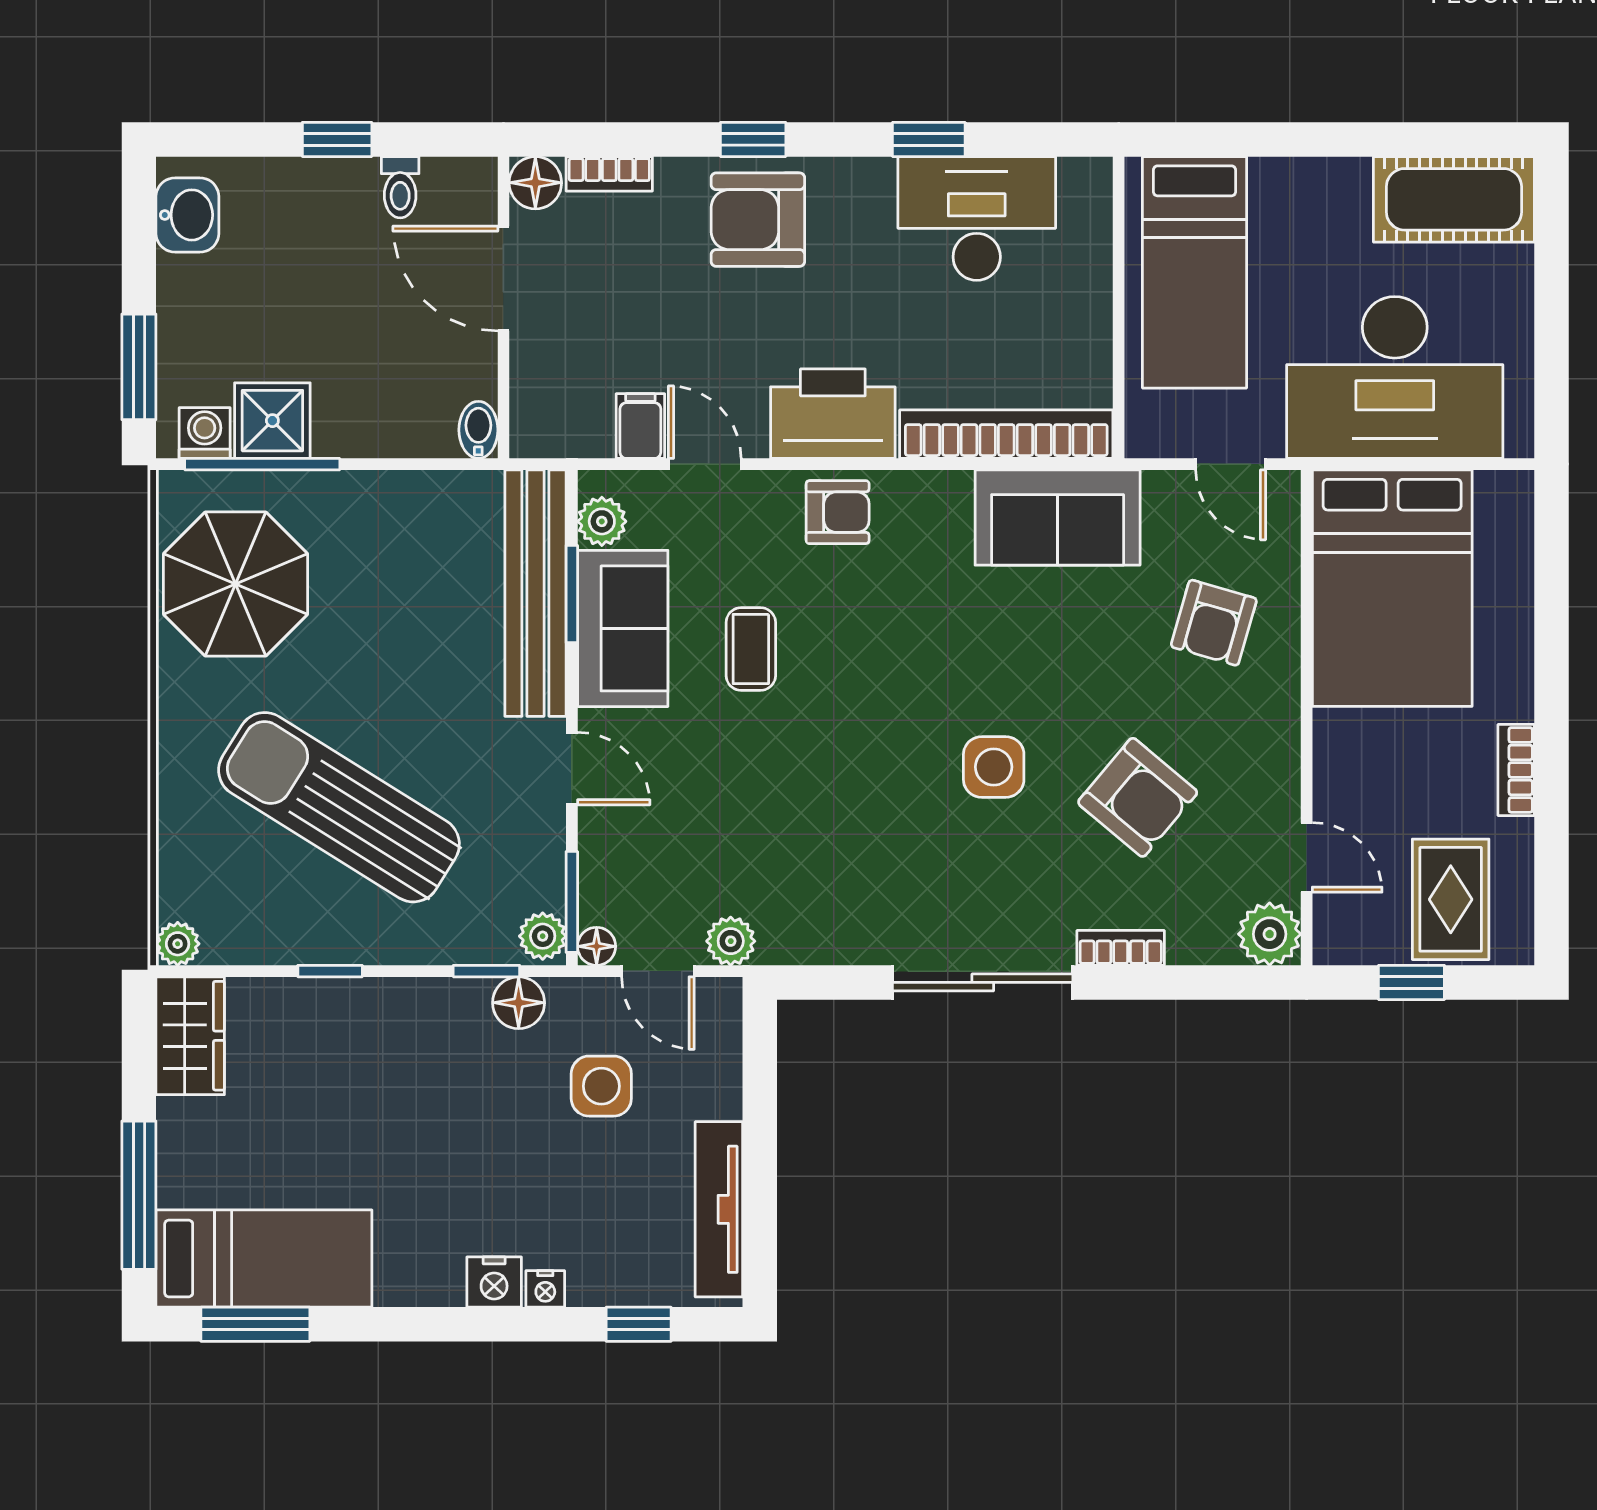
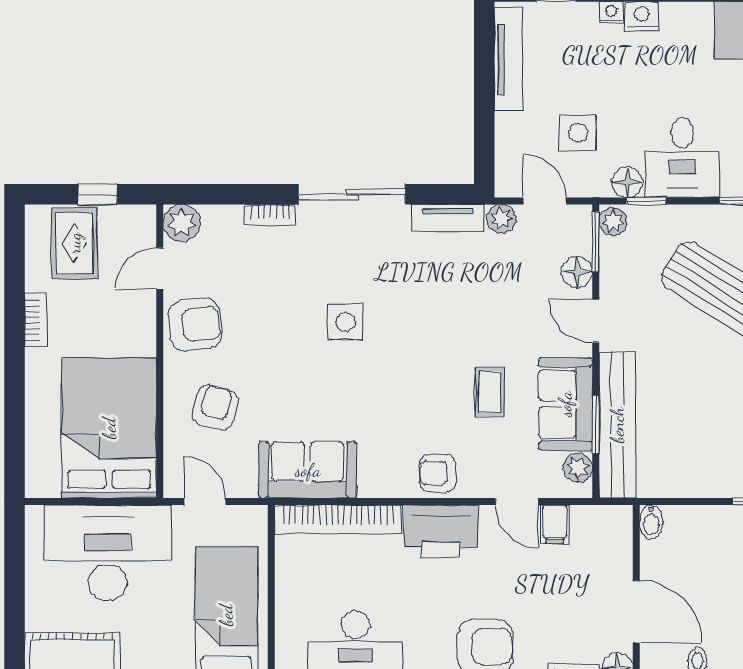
armchair: (1138, 797) -> (195, 325), moved, turned 134
door: (1307, 857) -> (160, 268), hinge flipped
tv unit: (821, 942) -> (448, 218), added
floor lamp: (597, 946) -> (577, 272), moved, width x1.37, depth x1.37
desk: (426, 1044) -> (682, 158), added

